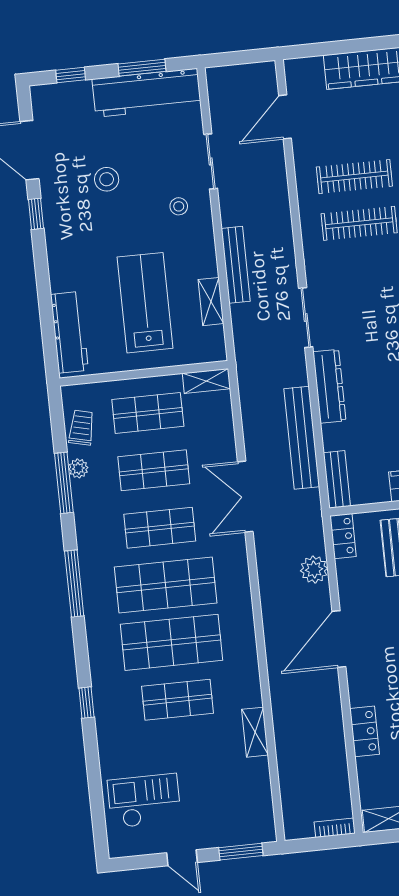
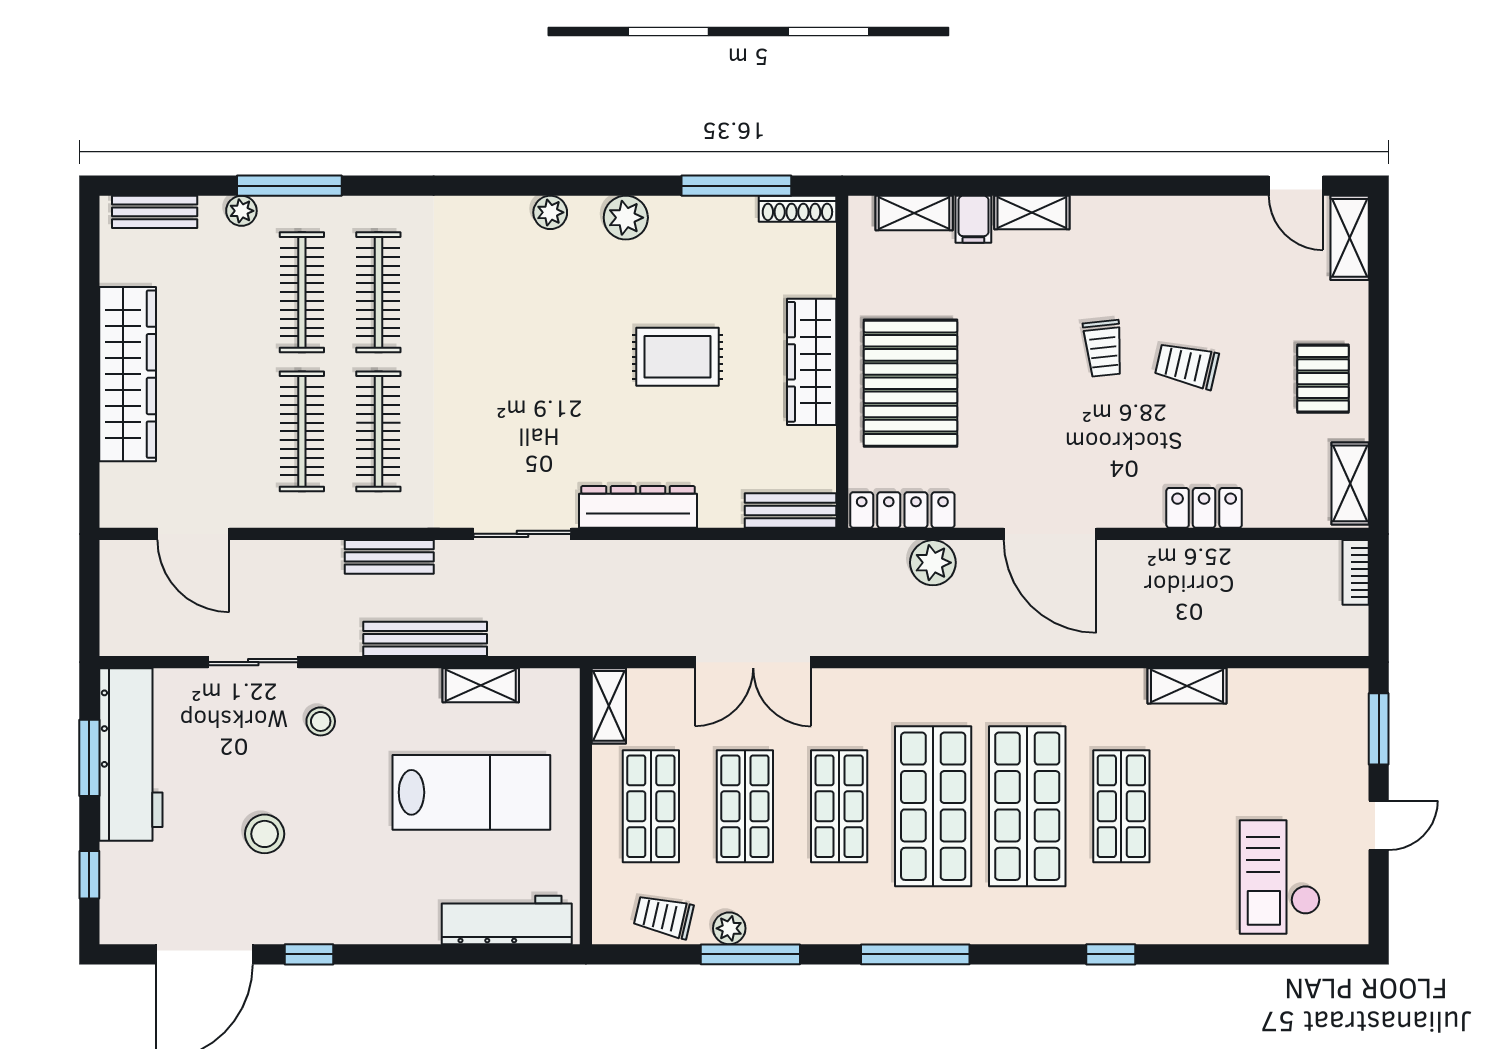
lab bench: (145, 303) -> (471, 792), turned 180
bench: (302, 438) -> (389, 557), moved, width x0.54, depth x0.82
double door: (245, 497) -> (753, 662), moved
locker: (343, 536) -> (902, 510), width x1.53

